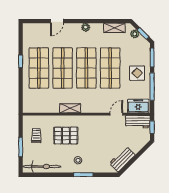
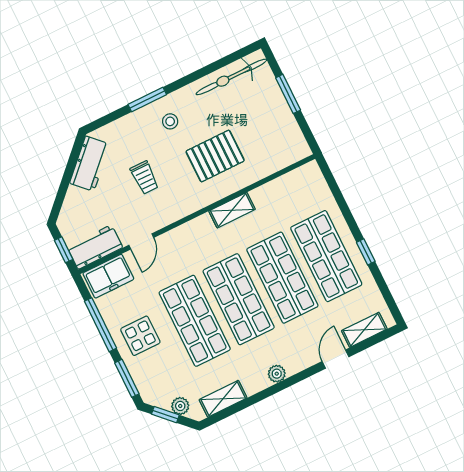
shelving: (38, 28) -> (364, 330), added
trolley: (36, 135) -> (144, 178), moved

